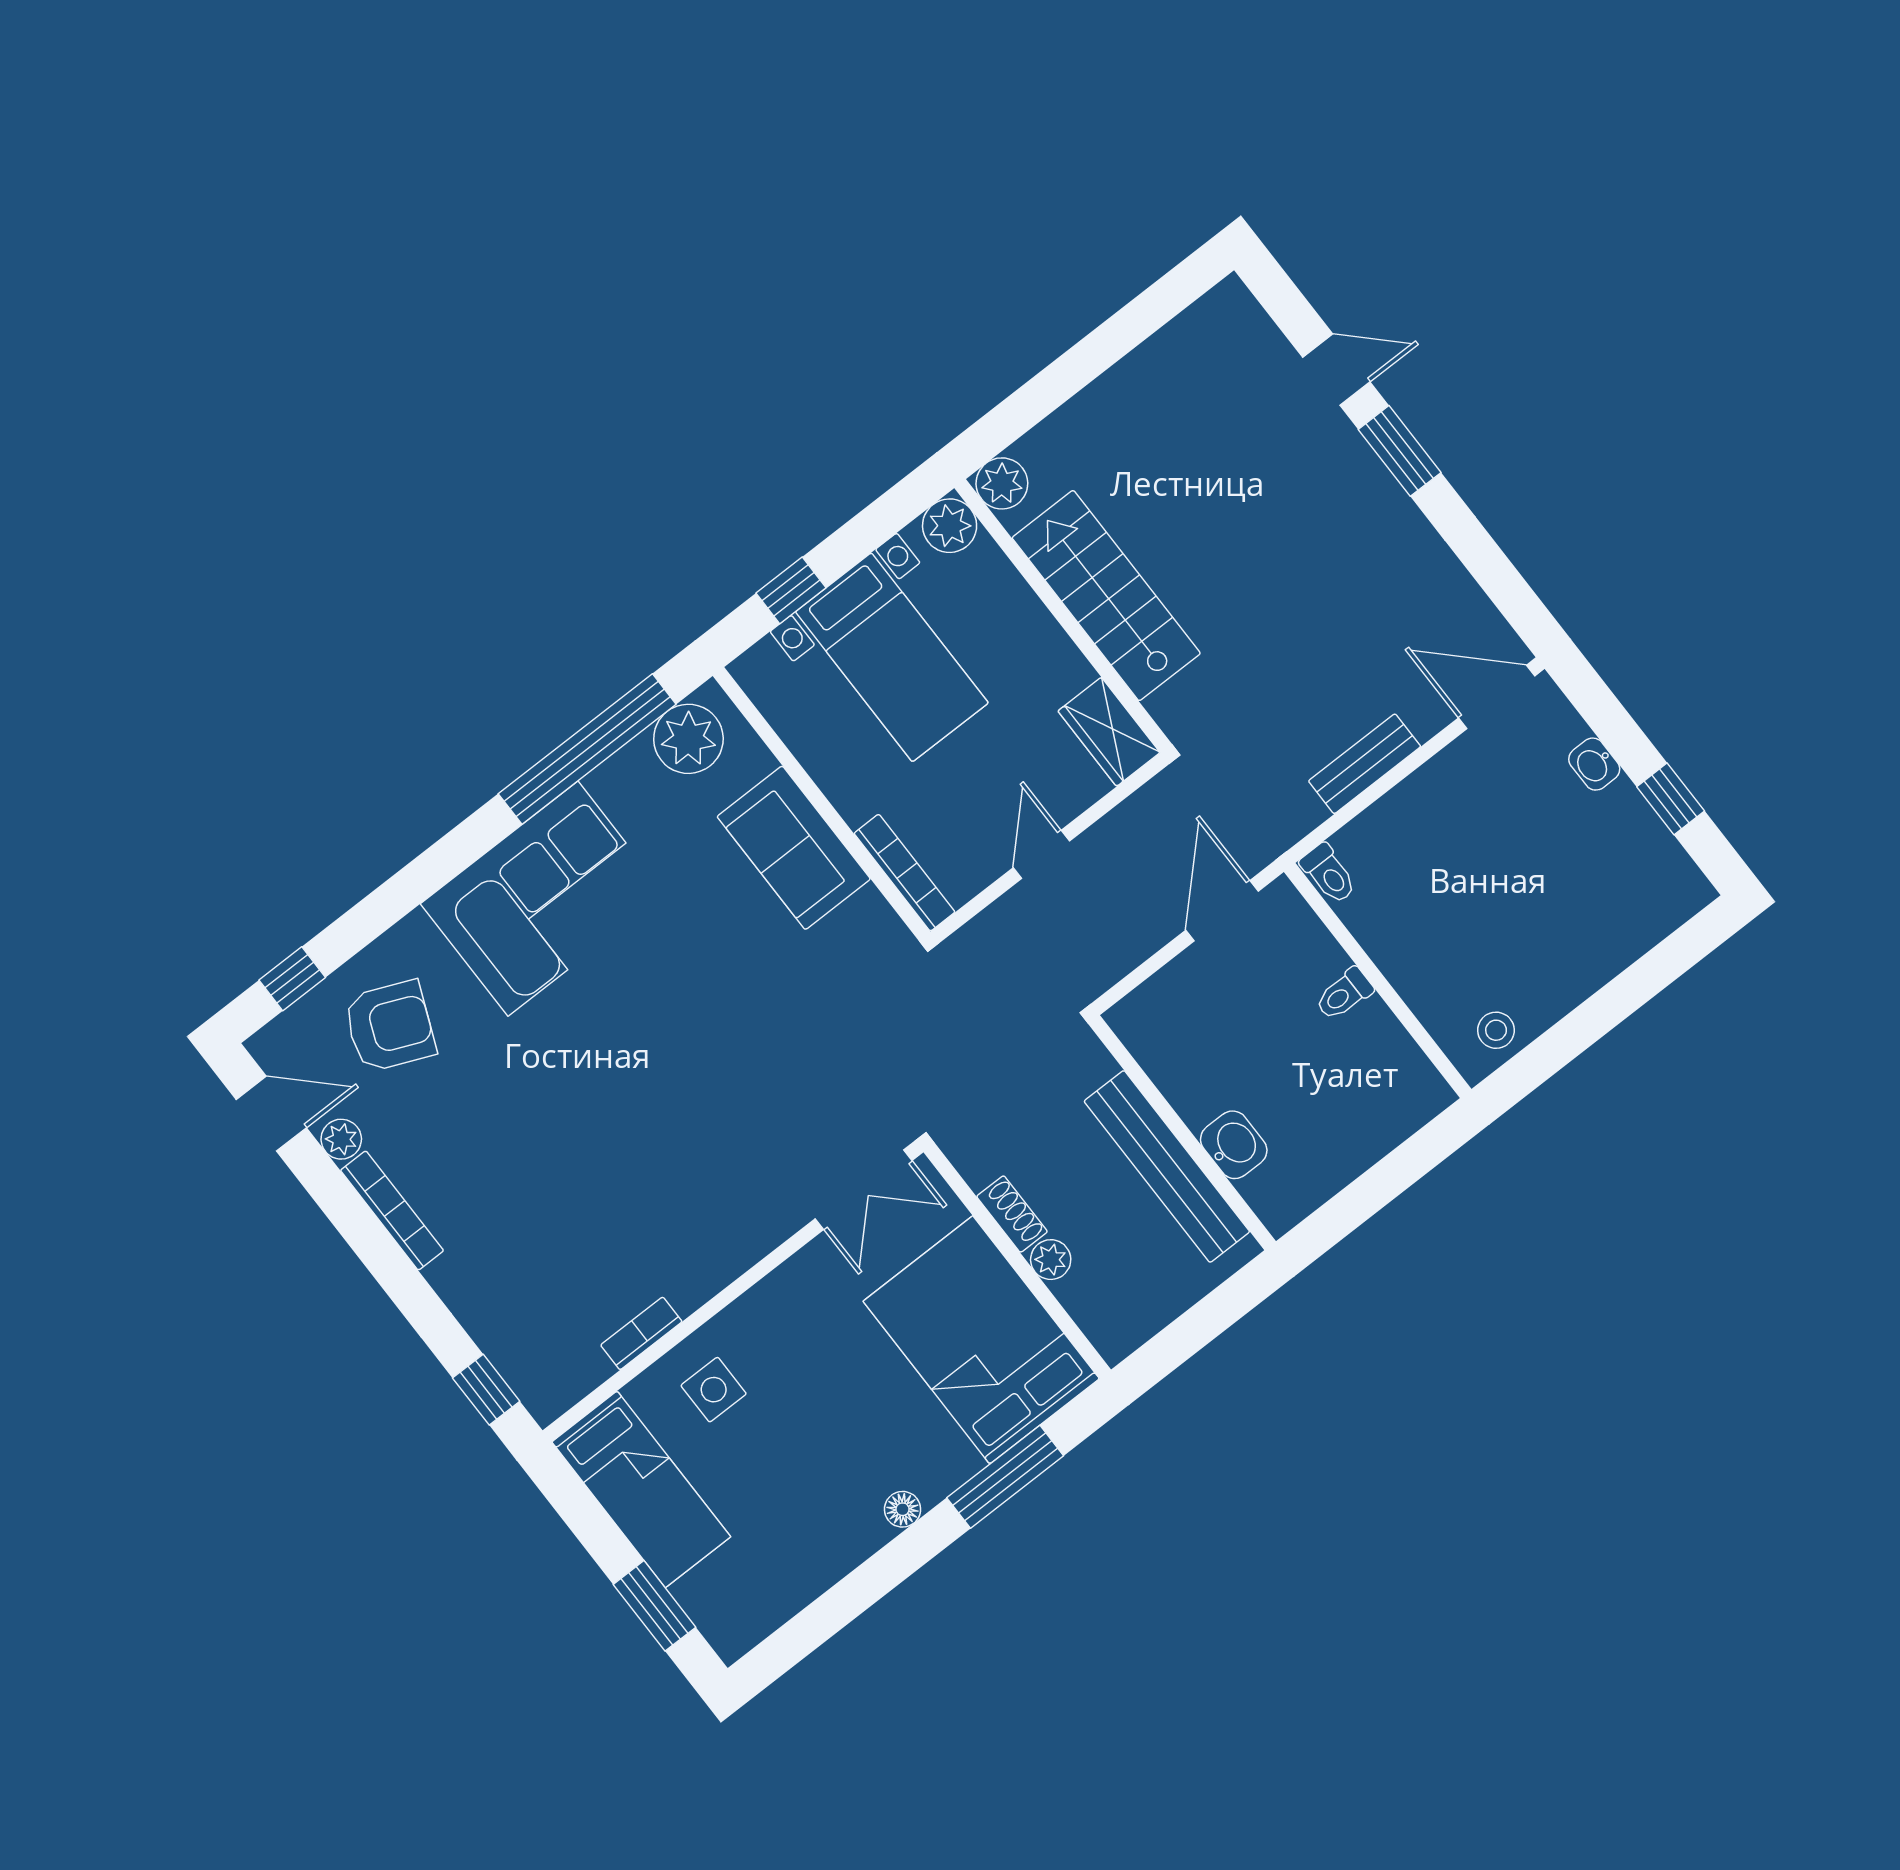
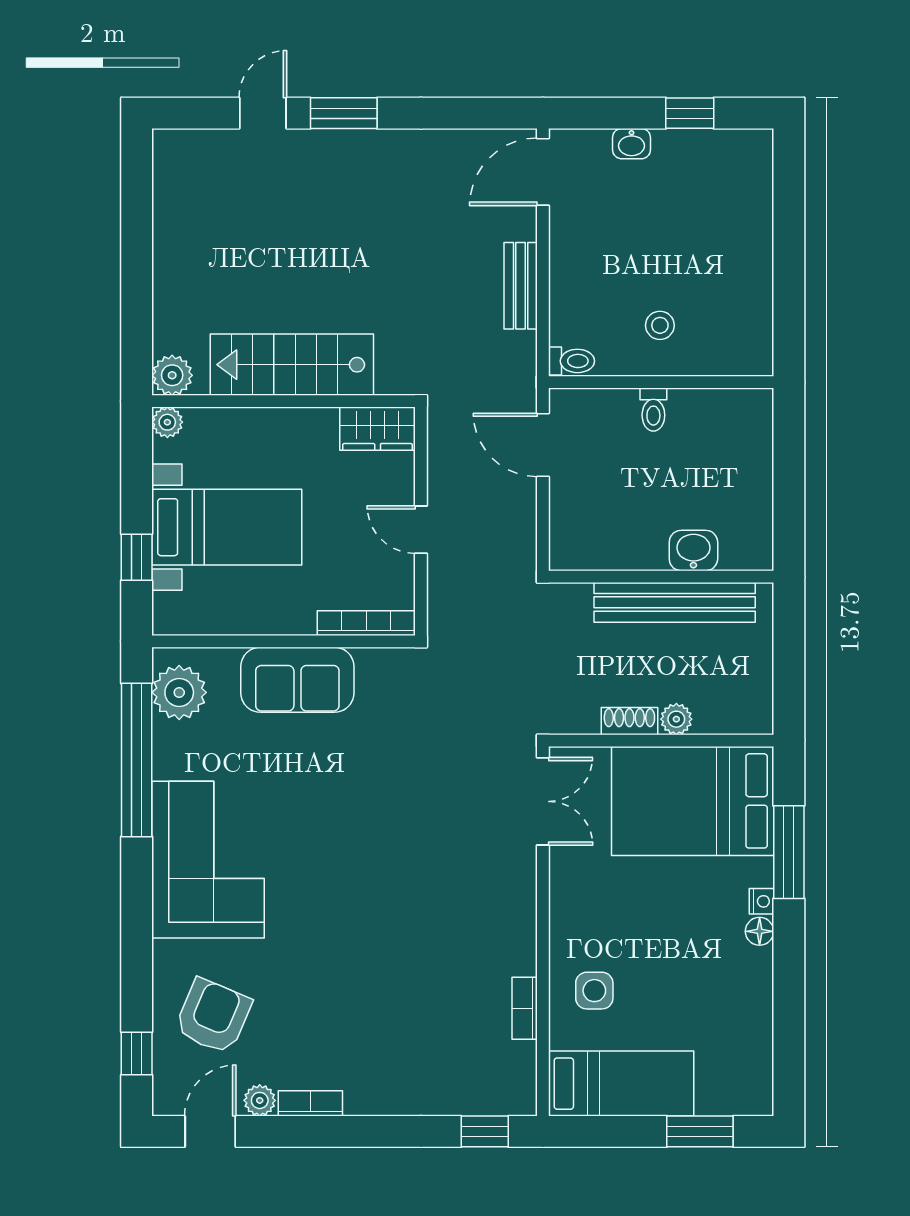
plant: (950, 526) -> (167, 422), width x0.73, depth x0.73
stool: (1496, 1030) -> (660, 325), moved
bookcase: (392, 1210) -> (310, 1103), width x0.64
nightstand: (934, 1488) -> (761, 901), added

